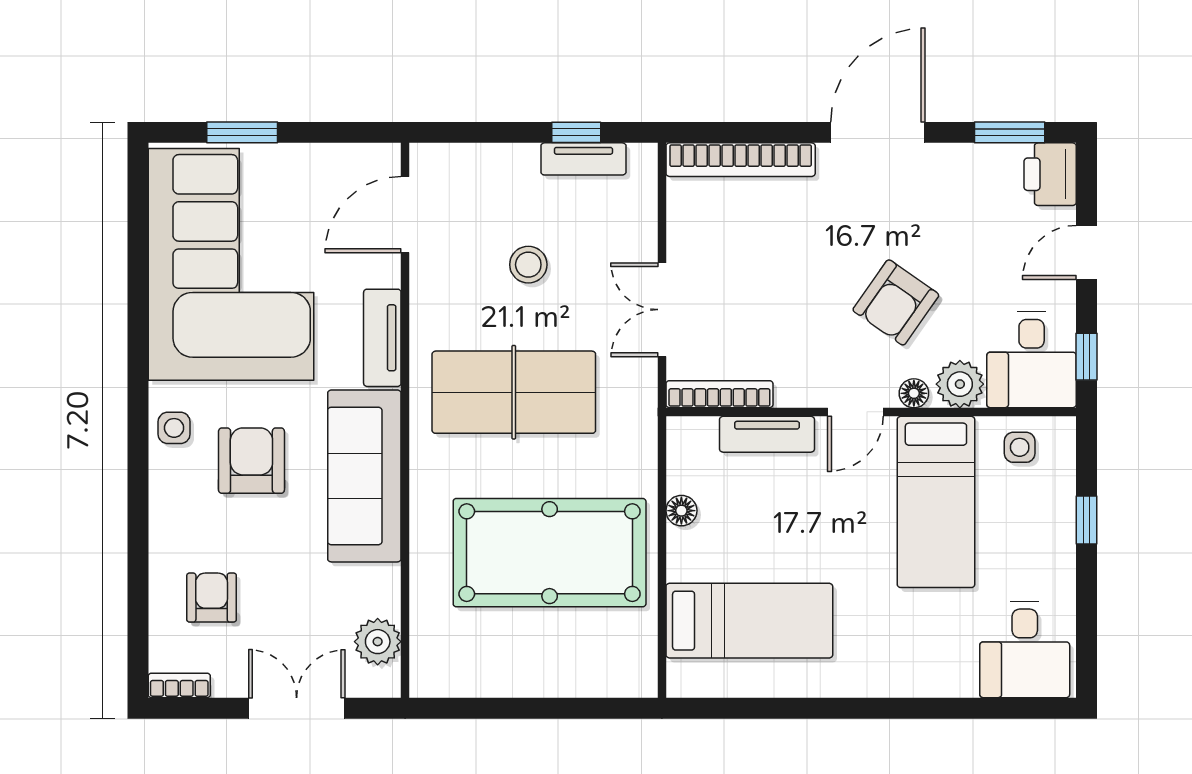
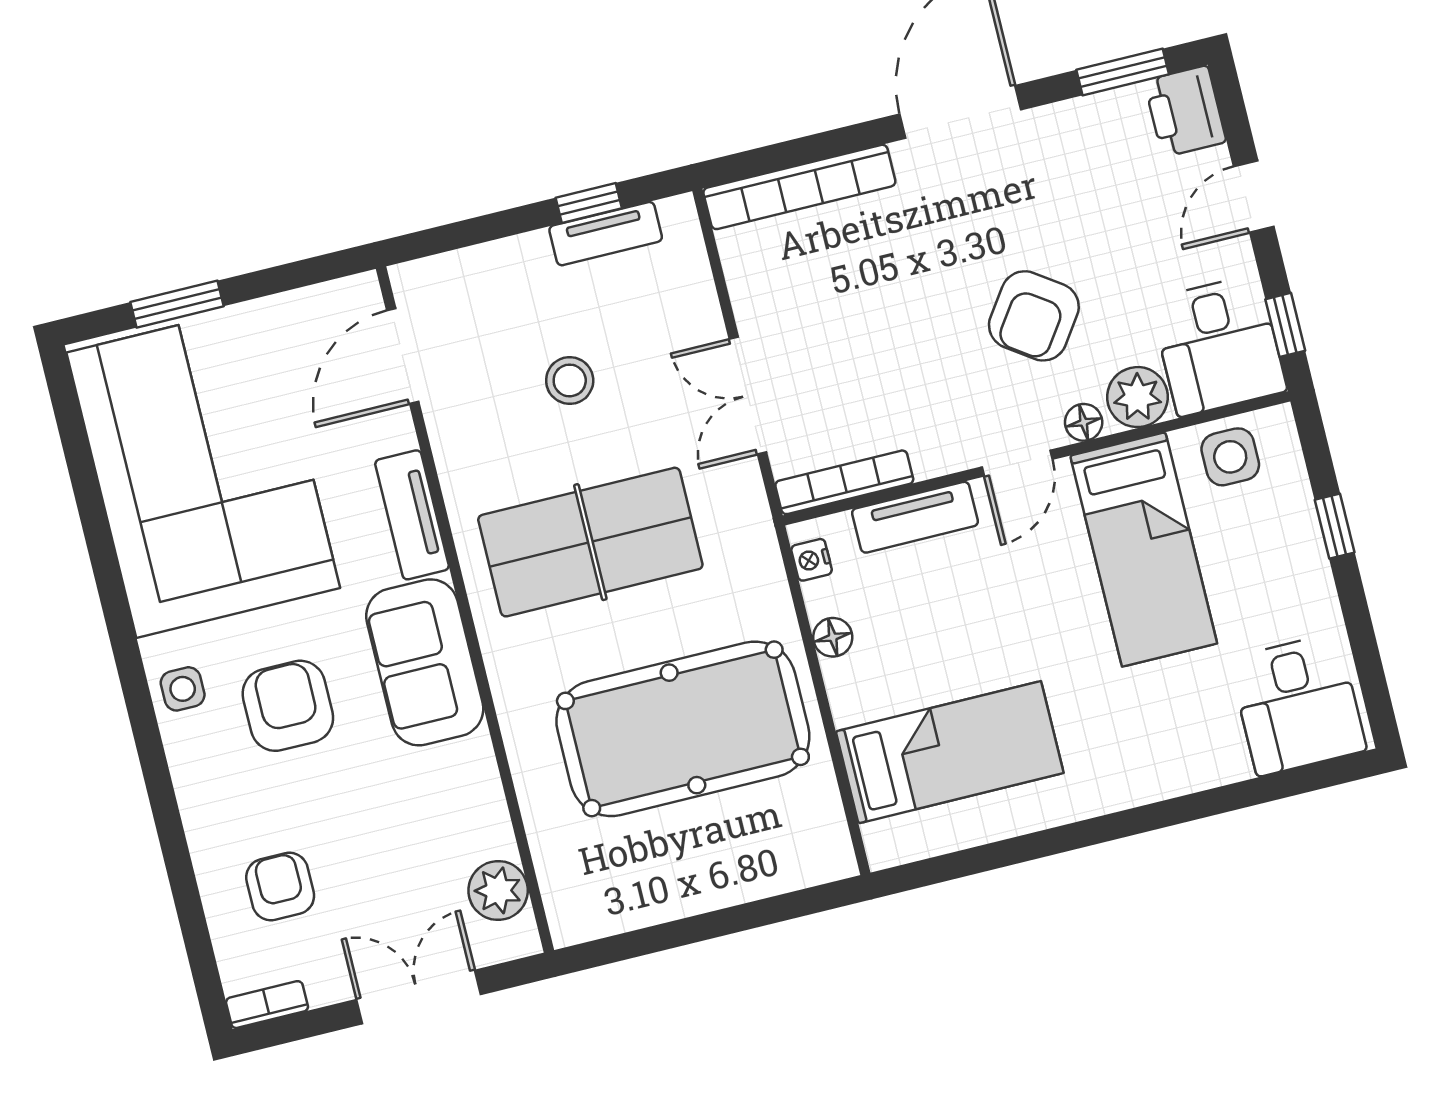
nightstand: (680, 447) -> (812, 560), added
side table: (1020, 447) -> (1230, 457), width x1.37, depth x1.37
sofa: (364, 476) -> (425, 662), width x0.73

